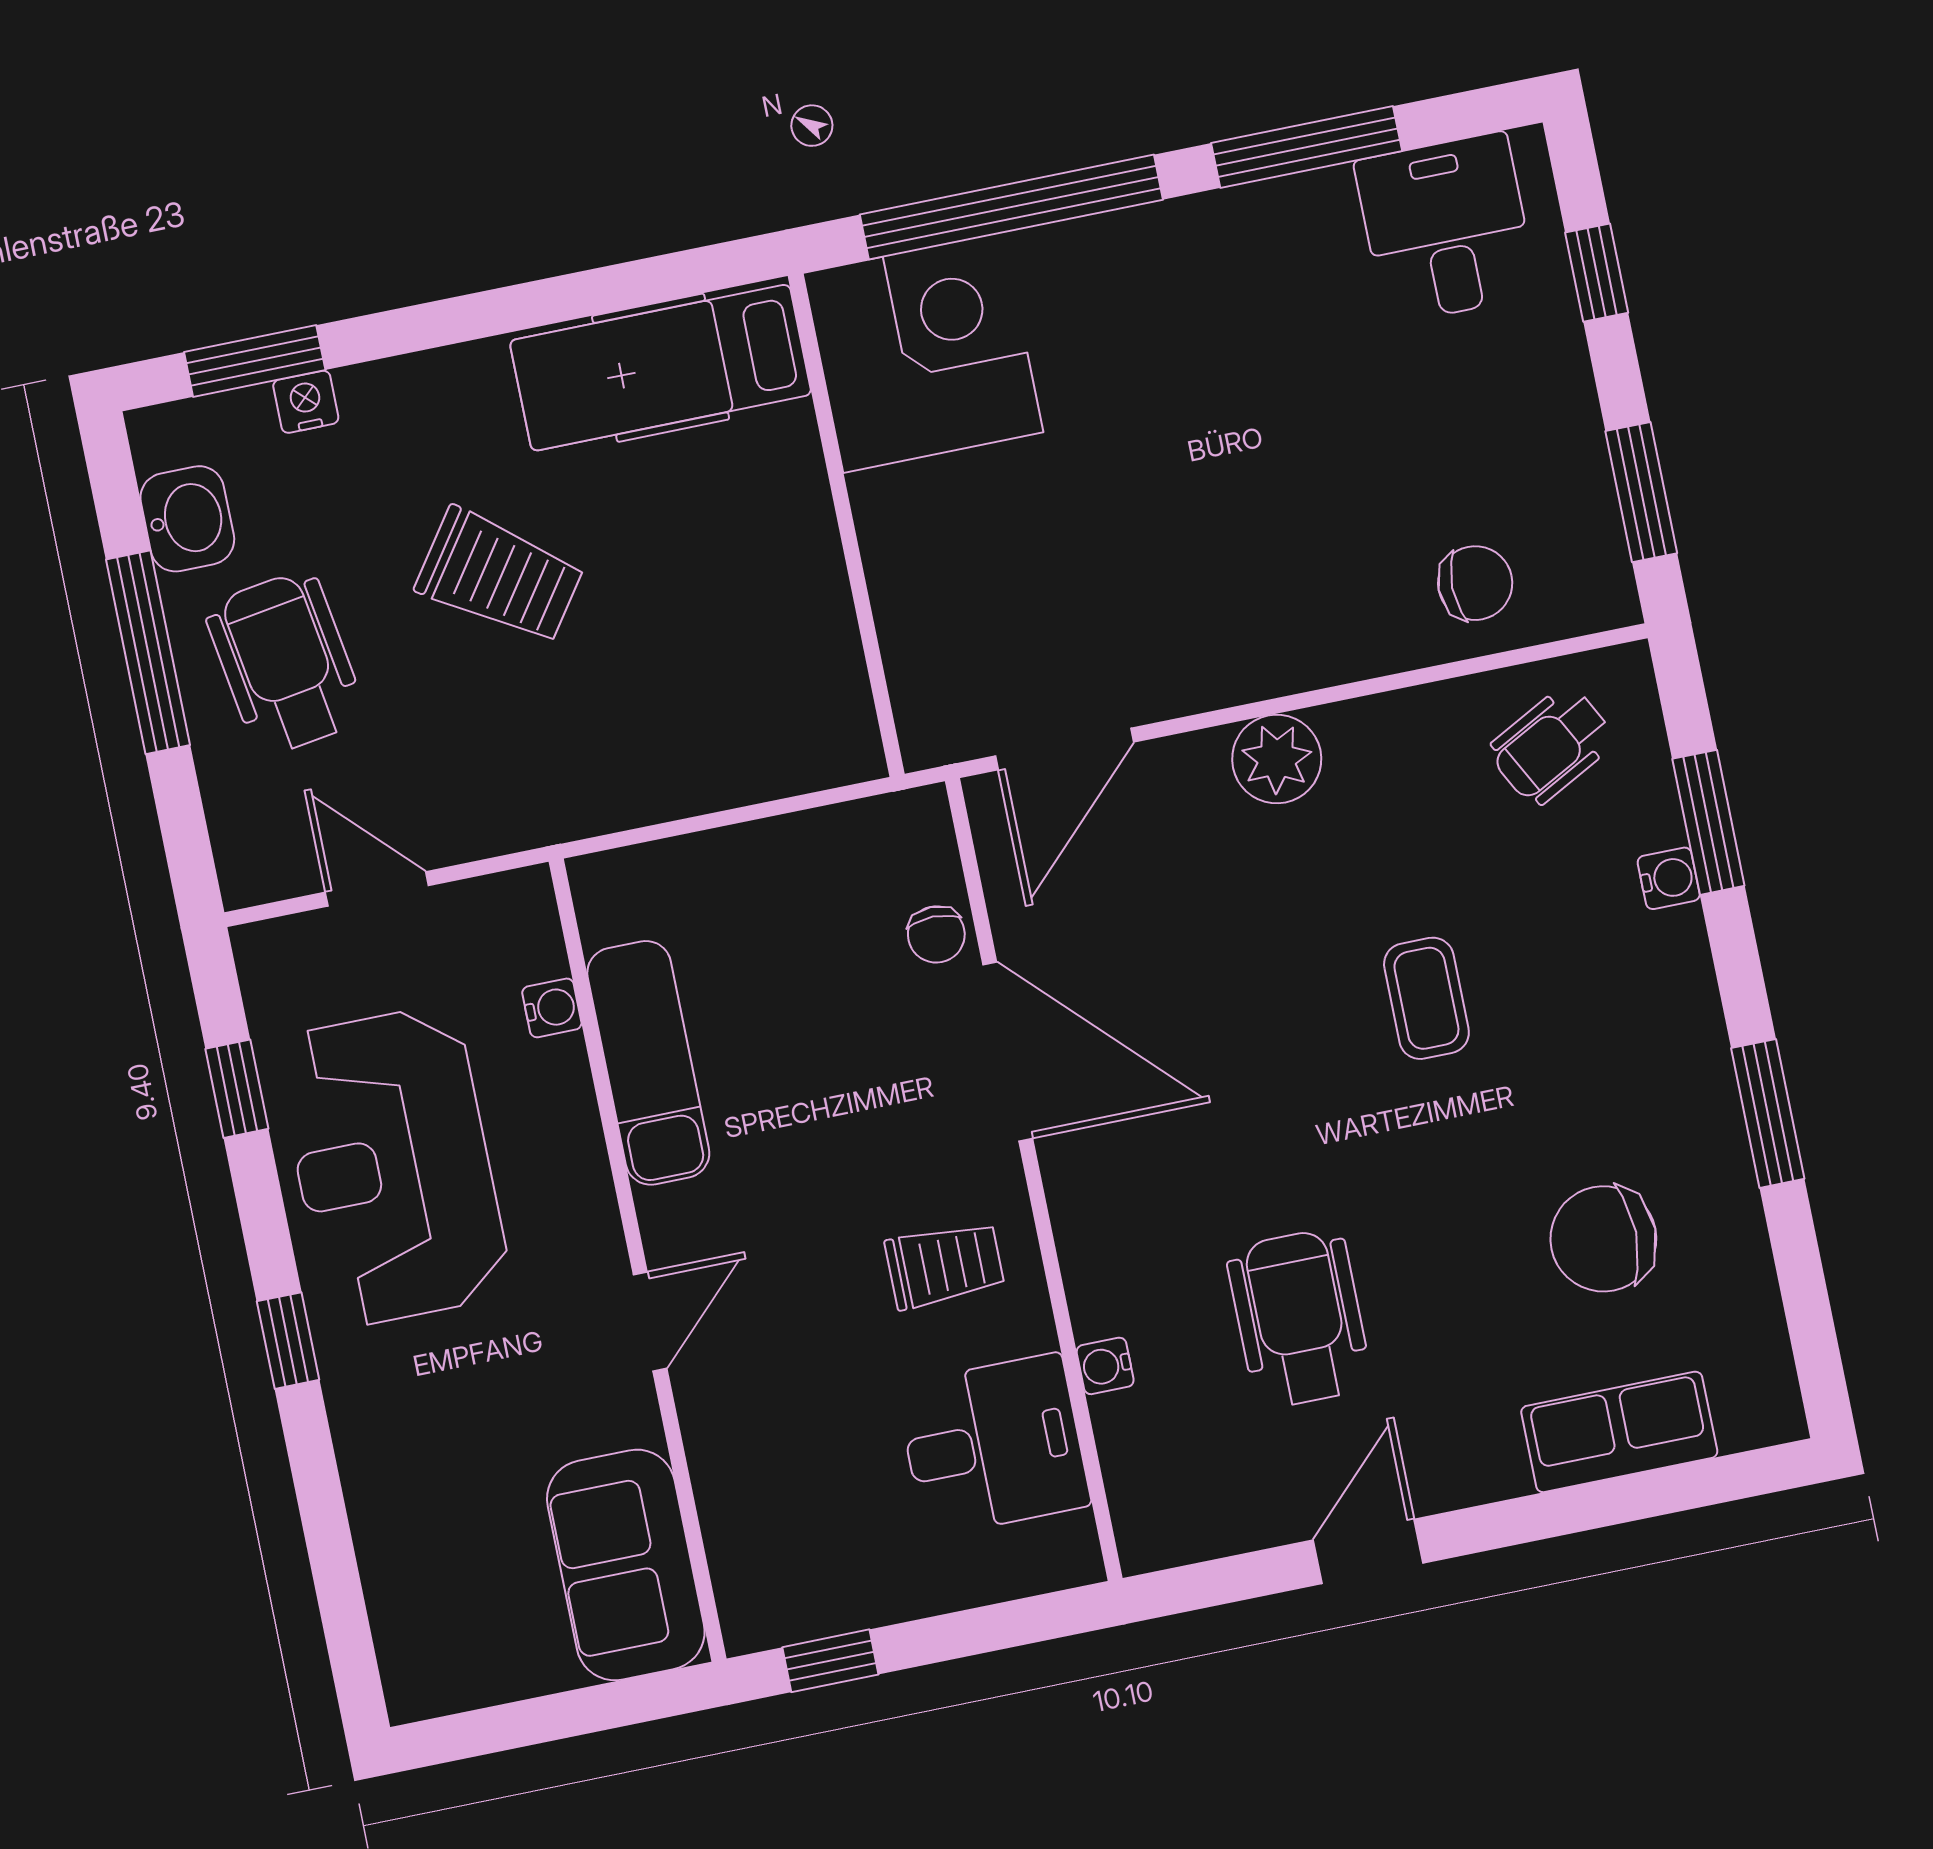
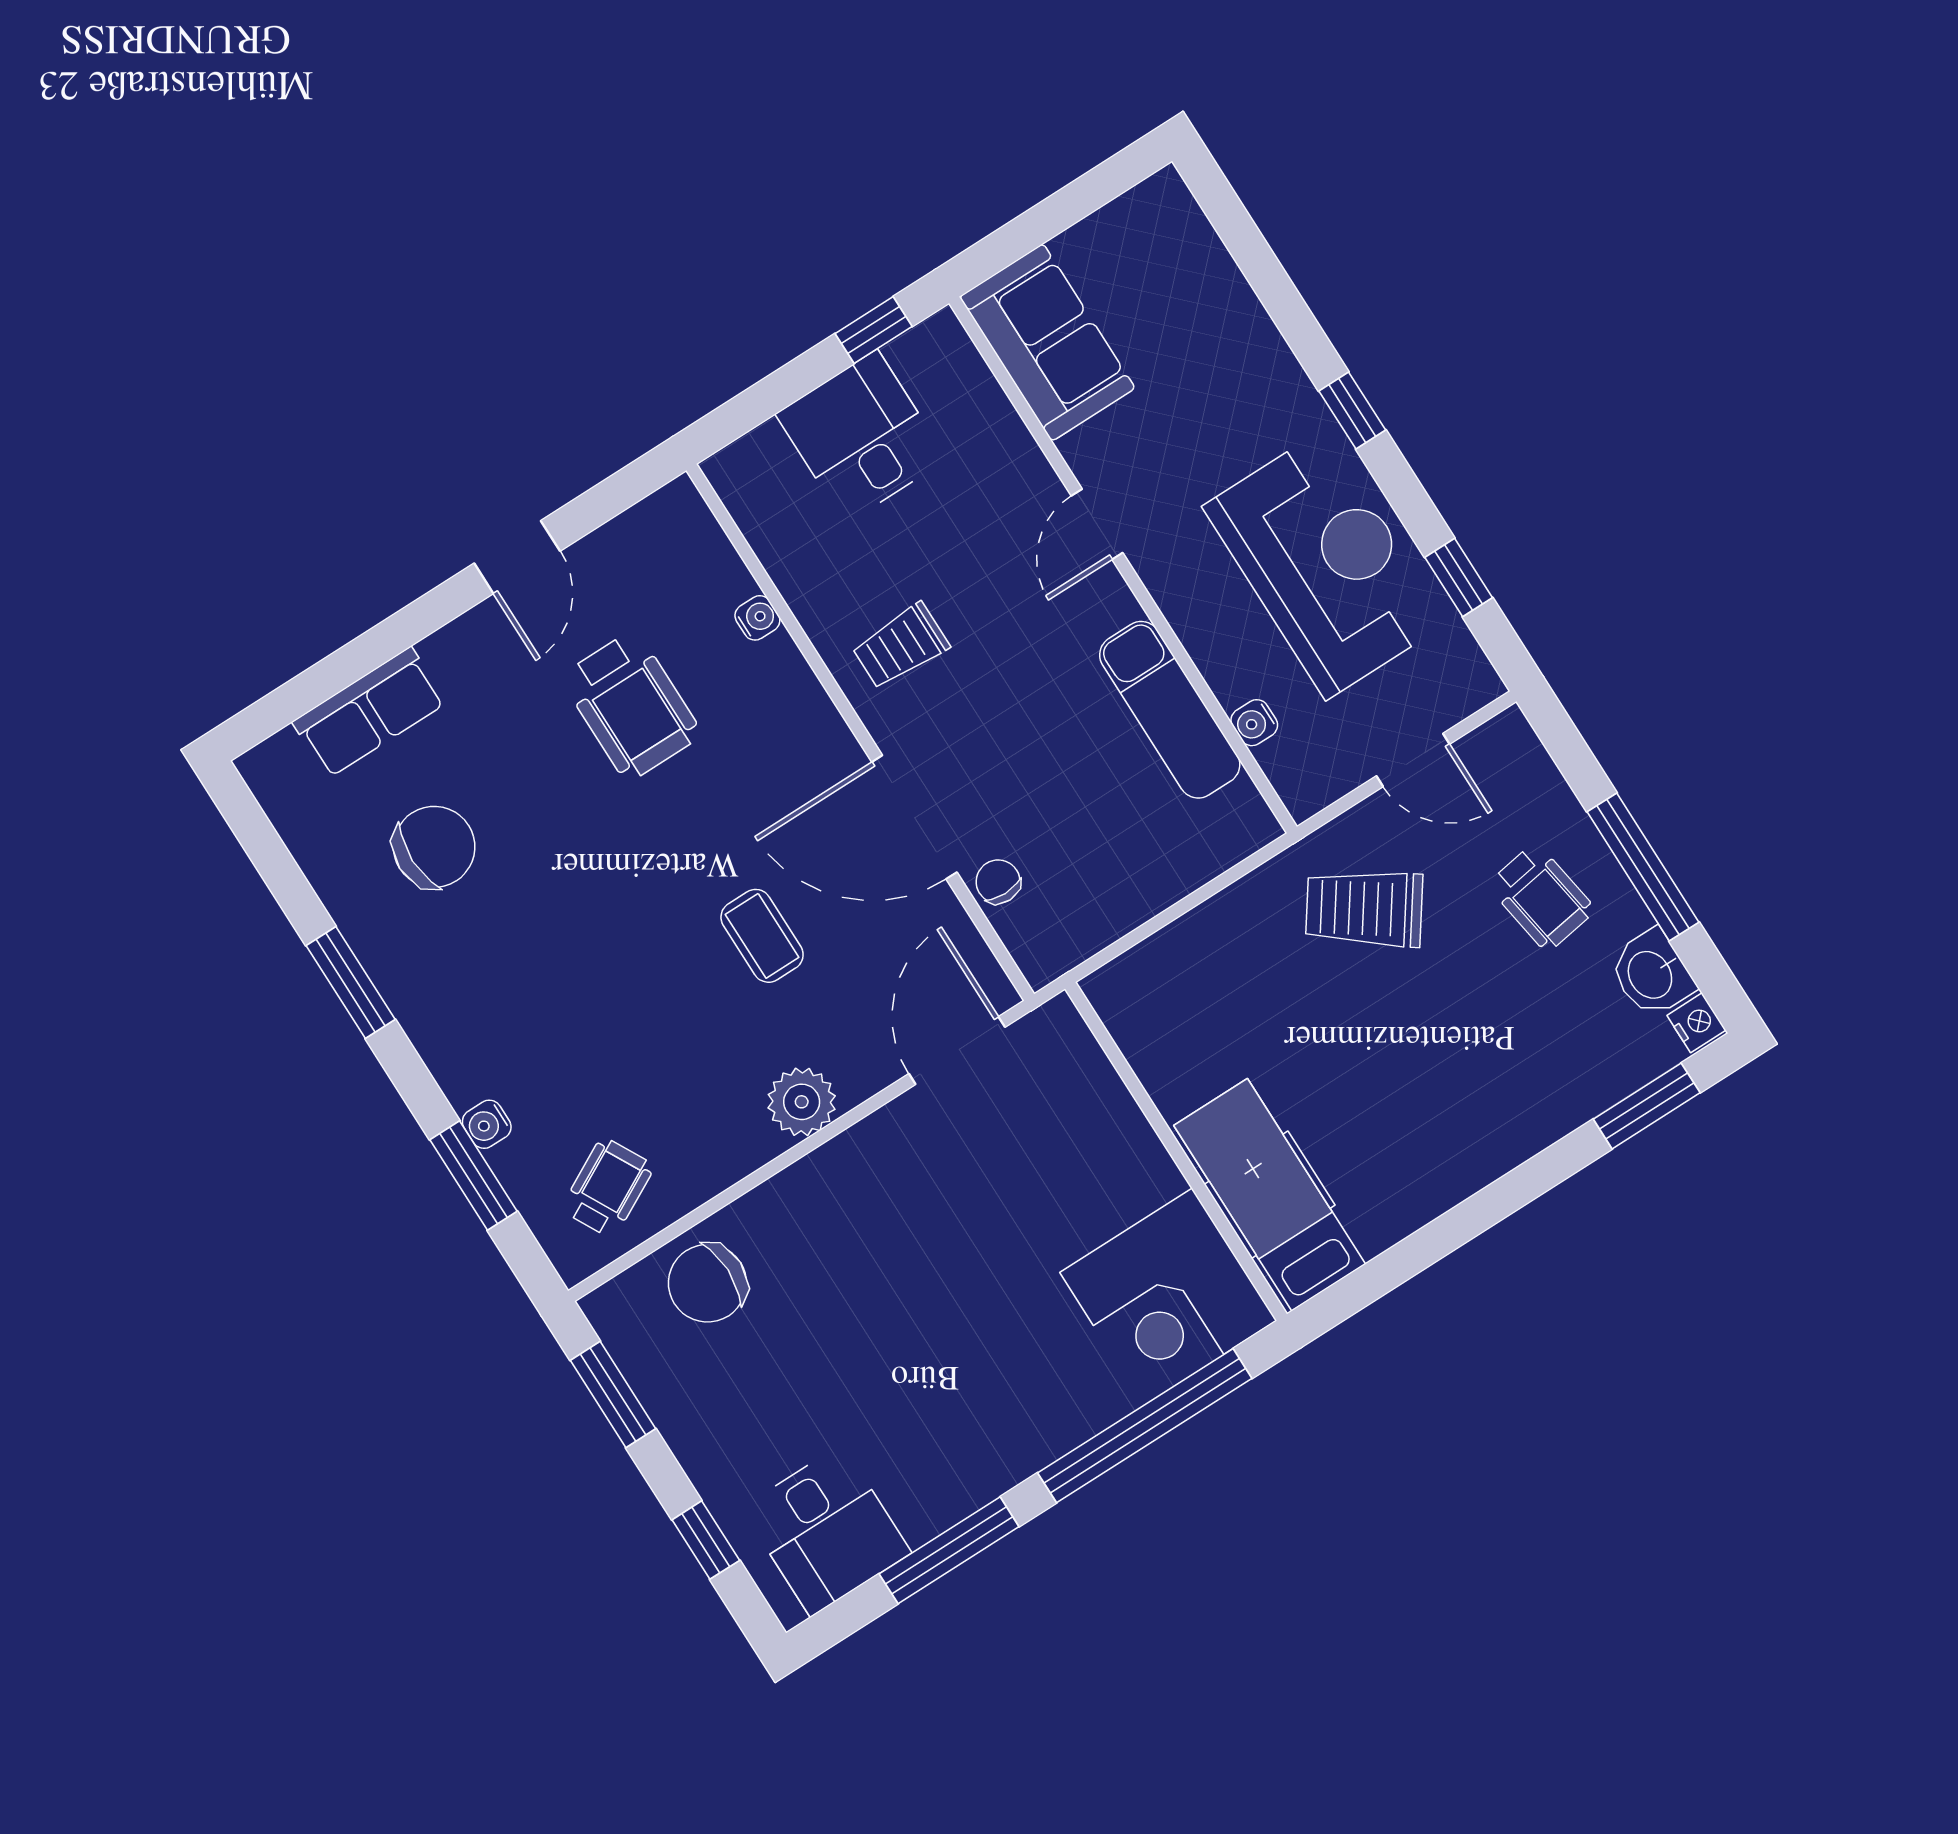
hospital bed: (661, 368) -> (1270, 1195), moved, turned -90
nightstand: (306, 402) -> (1696, 1023), moved, turned -90
trolley: (500, 576) -> (1364, 908), moved
chair: (1475, 583) -> (707, 1283), width x1.37, depth x1.37
wheelchair: (285, 663) -> (1541, 897), width x0.73, depth x0.73
coffee table: (1426, 998) -> (762, 936), moved
desk: (993, 1445) -> (861, 436), moved, turned 90

